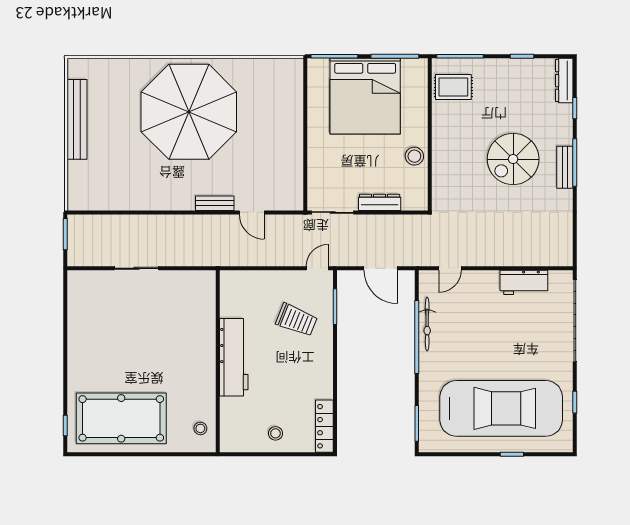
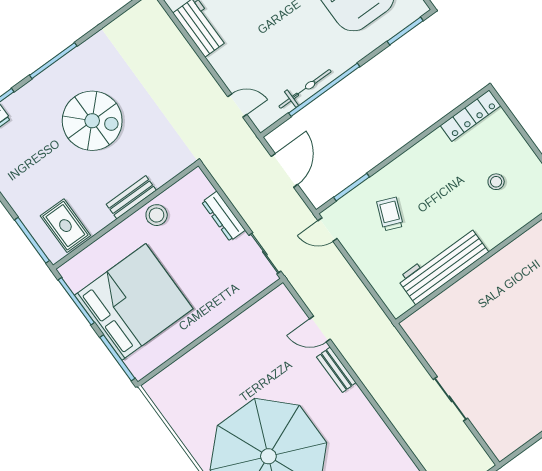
bench: (565, 167) -> (131, 197), moved
door: (252, 212) -> (320, 329), swing flipped
trolley: (296, 320) -> (390, 214), width x0.73, depth x0.72
workbench: (234, 357) -> (443, 265), moved
stool: (275, 433) -> (496, 182), moved

